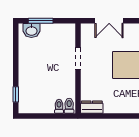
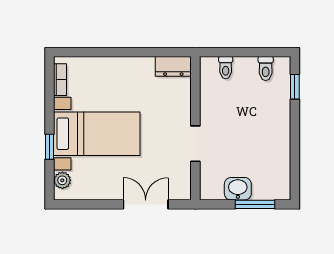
washbasin: (31, 31) -> (238, 189), moved
toilet: (69, 106) -> (266, 68), moved

